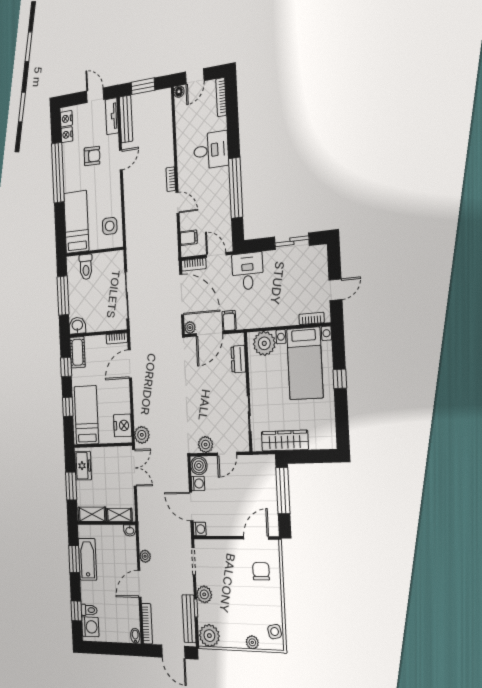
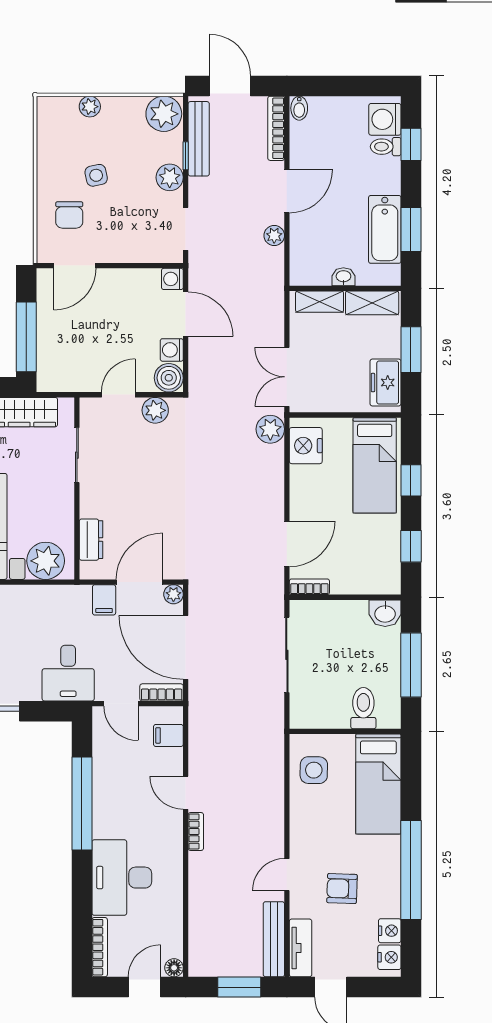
desk: (211, 150) -> (122, 878), width x1.37
cot: (77, 352) -> (387, 569), removed
washbasin: (130, 530) -> (343, 277), moved
side table: (275, 632) -> (96, 175), moved

